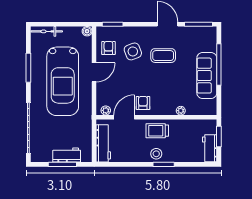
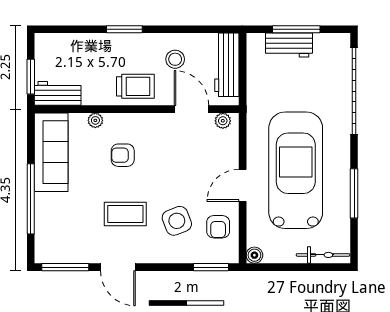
sofa: (207, 76) -> (51, 152), moved
armchair: (143, 103) -> (123, 155), moved, turned 90
door: (124, 117) -> (192, 109), swing flipped
workbench: (210, 148) -> (58, 93), moved, turned -90
stool: (156, 154) -> (175, 59), moved

